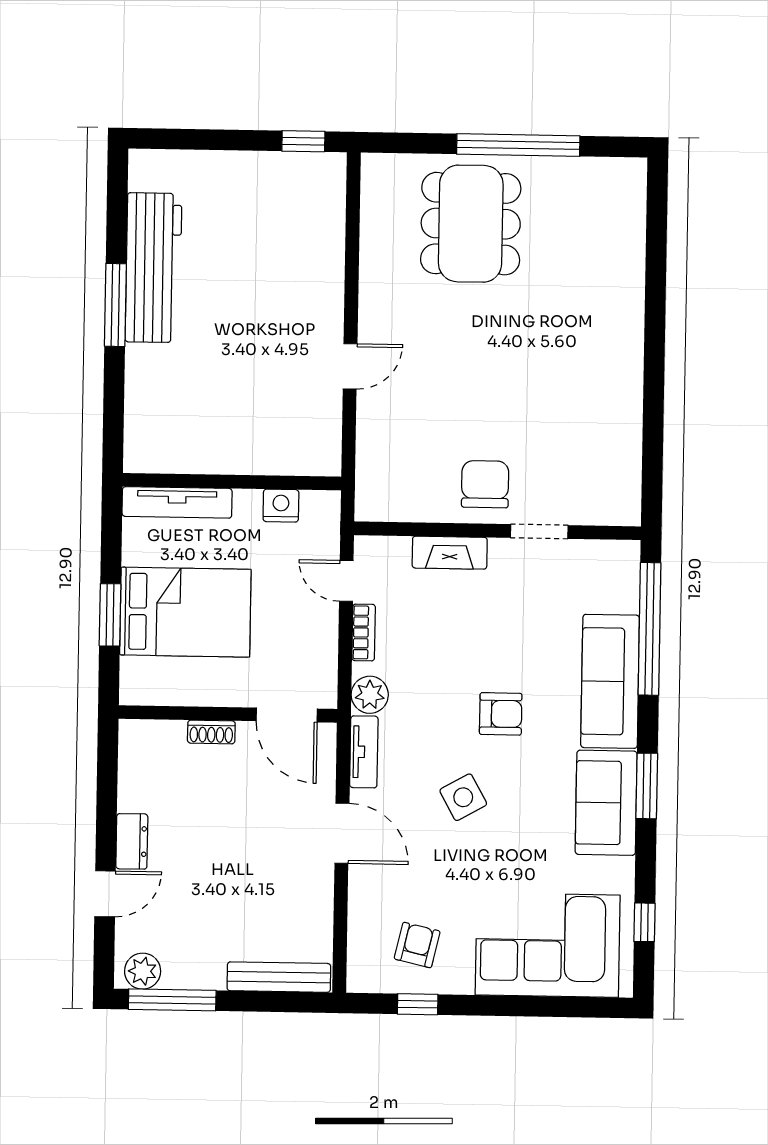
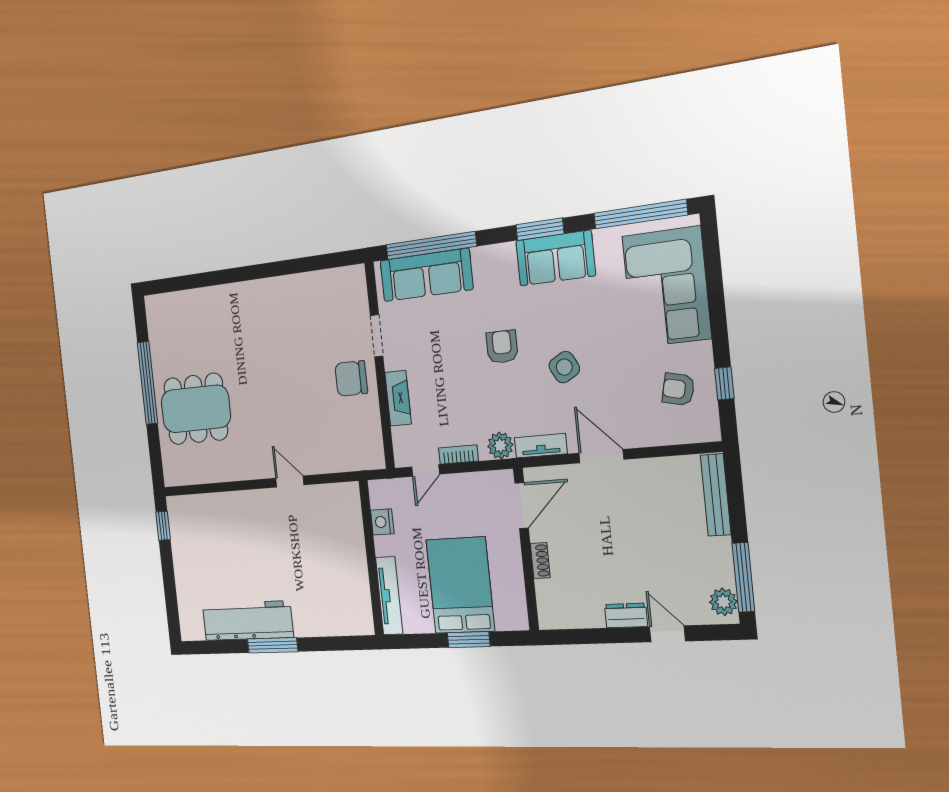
sofa: (610, 681) -> (426, 275), moved
door: (342, 833) -> (601, 456), hinge flipped
window: (644, 922) -> (640, 214), width x3.17

